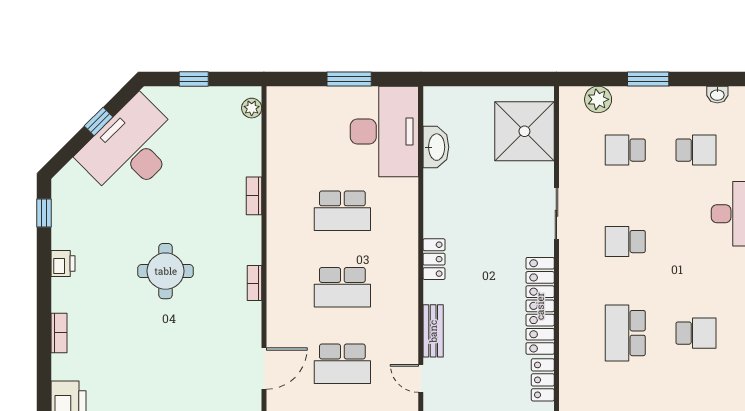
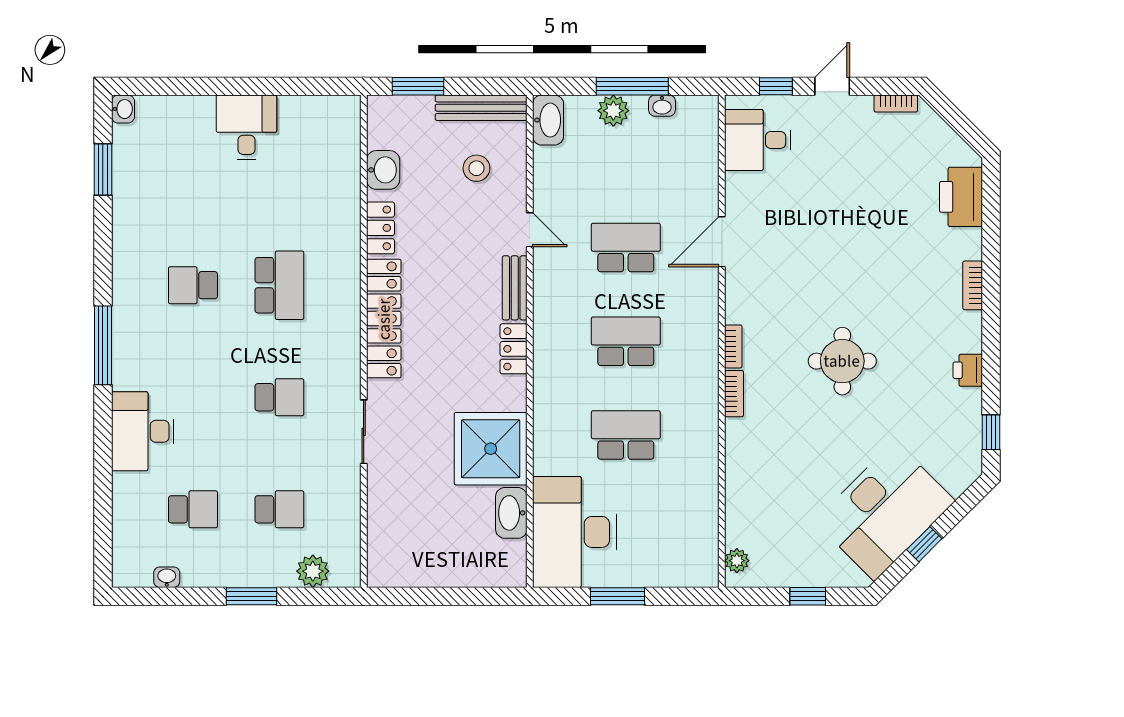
shower: (524, 131) -> (491, 449), moved
school desk: (696, 150) -> (193, 509), turned 180
bookcase: (254, 196) -> (734, 394), moved
locker: (434, 259) -> (514, 349), moved

